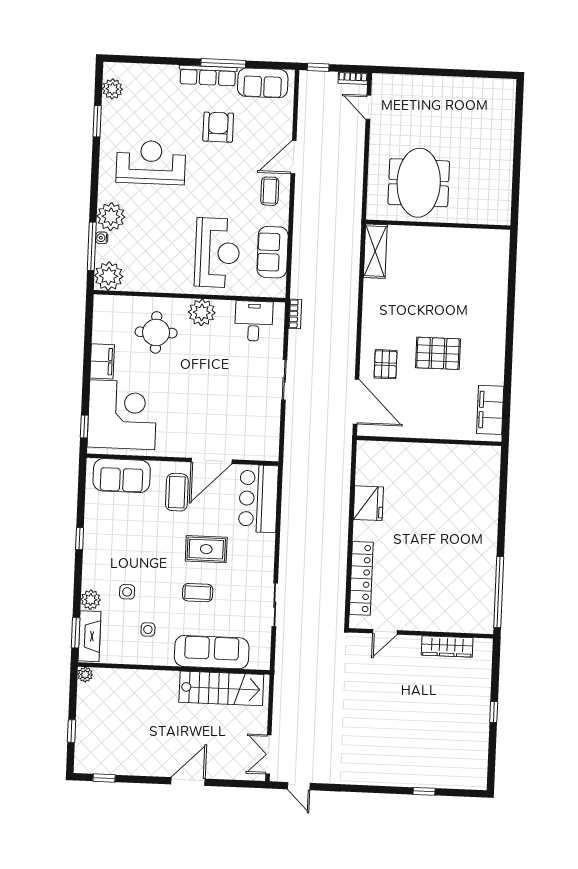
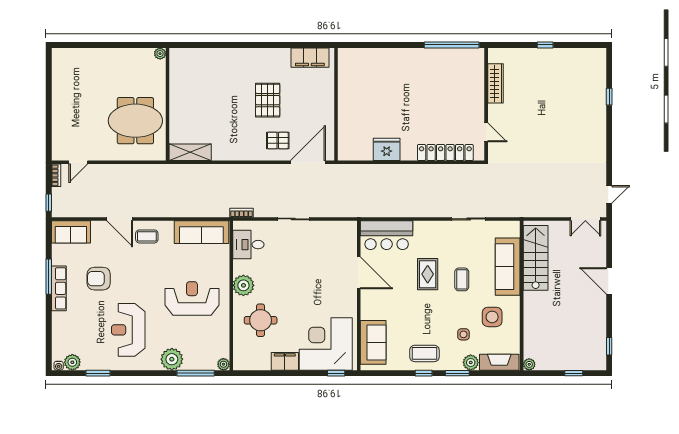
sofa: (263, 83) -> (71, 232), moved, turned 90
plant: (503, 218) -> (160, 54), added
water cooler: (102, 238) -> (59, 366), moved
sofa: (273, 252) -> (201, 232), width x1.36
reception desk: (217, 253) -> (192, 298), moved
plant: (109, 276) -> (223, 364), width x0.53, depth x0.53
coffee table: (177, 492) -> (424, 353), moved
side table: (148, 629) -> (492, 317), width x1.87, depth x1.87
window: (76, 633) -> (457, 373), moved

